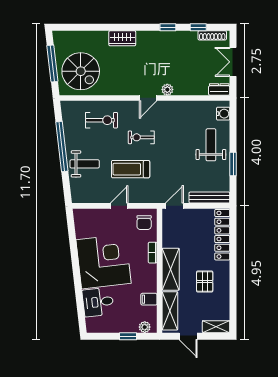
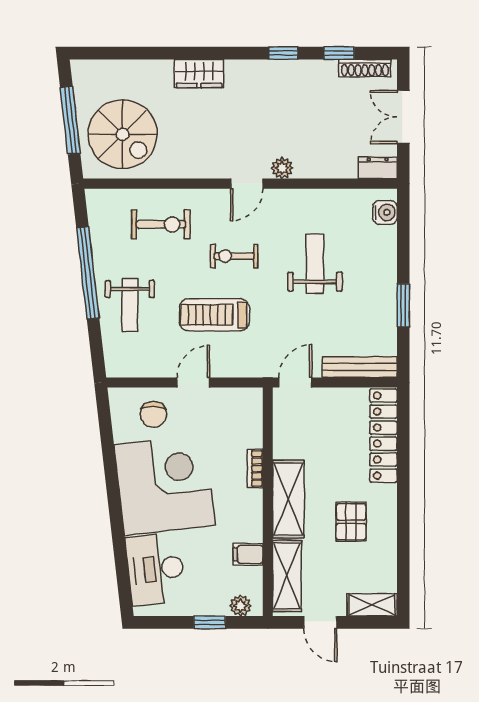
weight bench: (211, 145) -> (315, 264), moved
weight bench: (85, 164) -> (130, 305), turned 90
chair: (144, 223) -> (153, 414), moved
desk: (98, 302) -> (156, 569), width x1.37

